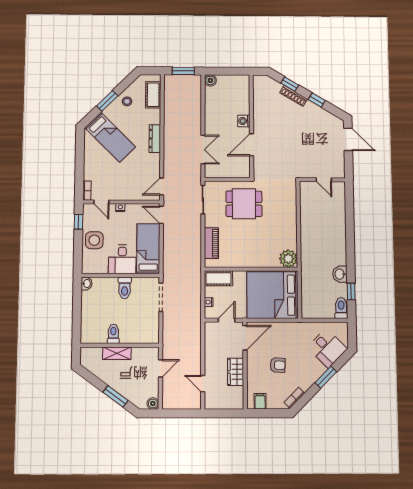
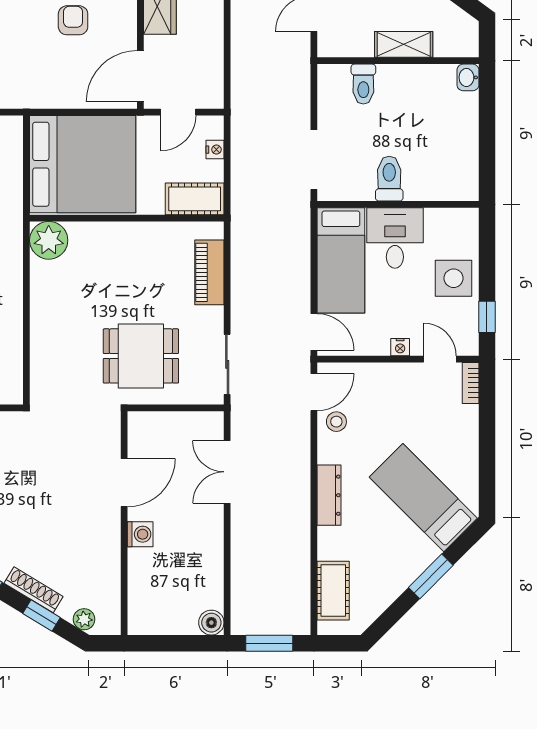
plant: (270, 82) -> (84, 619), added
stool: (127, 101) -> (336, 422), moved
washbasin: (87, 284) -> (468, 77), moved
toilet: (113, 334) -> (363, 84), moved
armchair: (278, 365) -> (73, 20), turned 87

